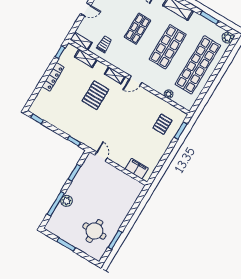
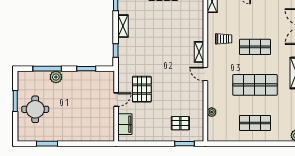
trolley: (104, 44) -> (224, 39), moved
shelving: (86, 58) -> (123, 26), moved
shop shelf: (198, 65) -> (255, 123), width x0.50, depth x0.74
pallet: (95, 95) -> (142, 89), moved, turned 90
door: (101, 157) -> (116, 100), moved
round table: (94, 231) -> (35, 109), moved

